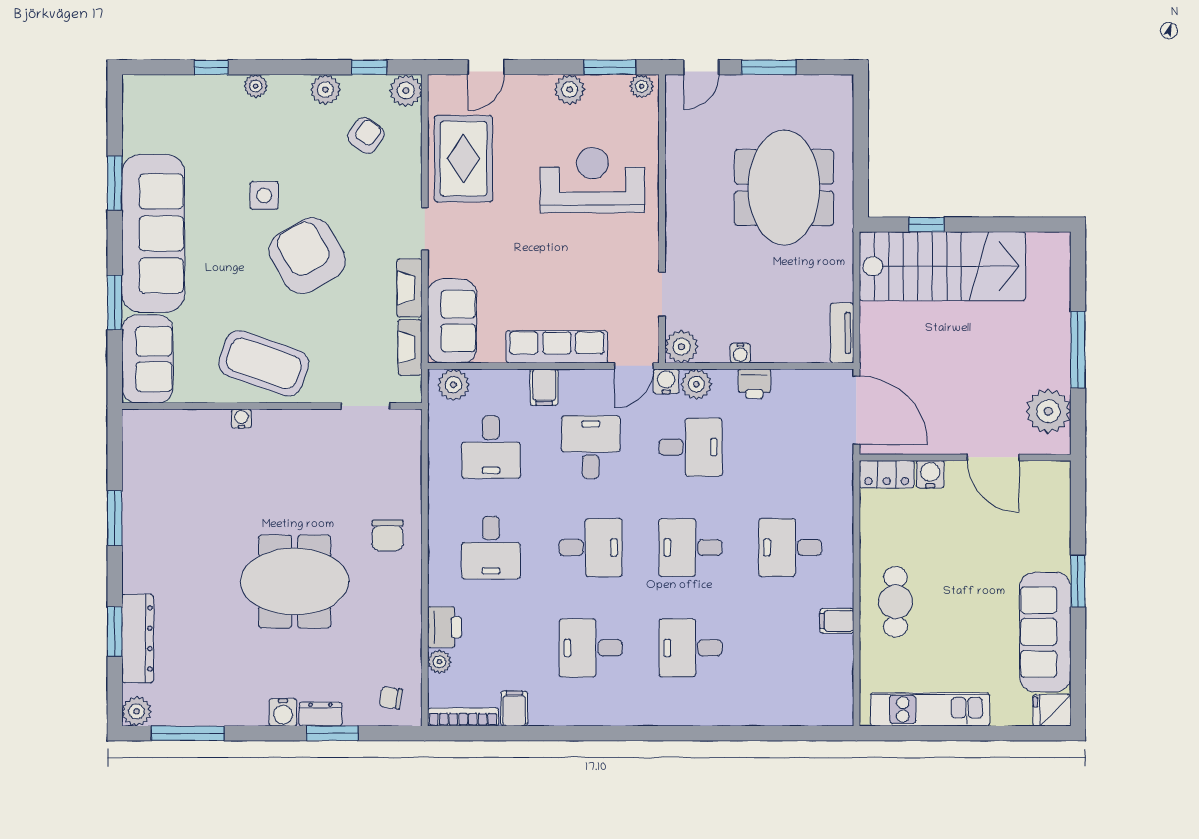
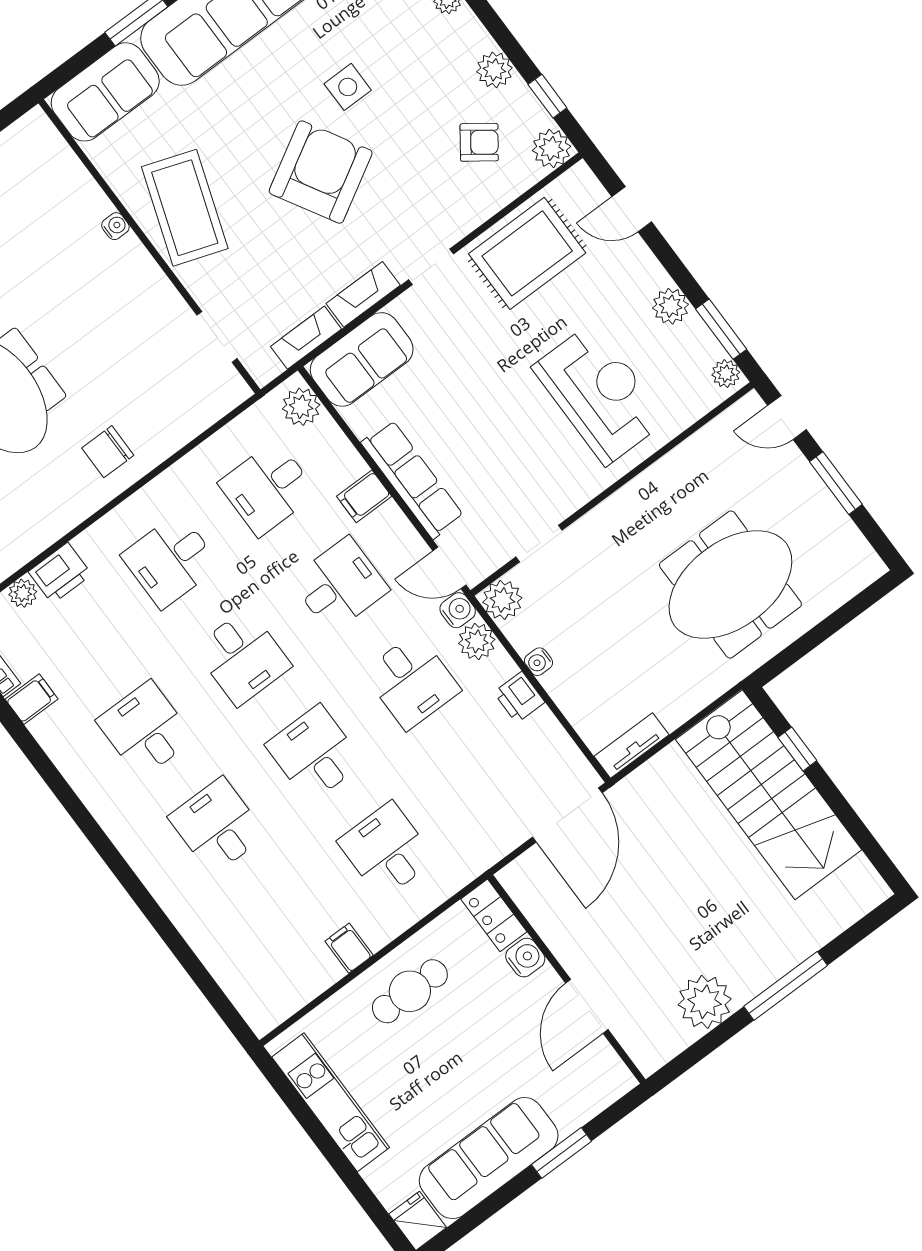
wall: (965, 457) -> (567, 979), moved
door: (993, 457) -> (587, 1006), moved
locker: (887, 474) -> (494, 915), moved
water cooler: (930, 474) -> (525, 958), moved

